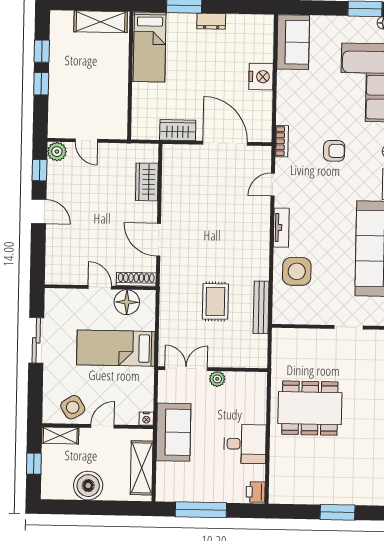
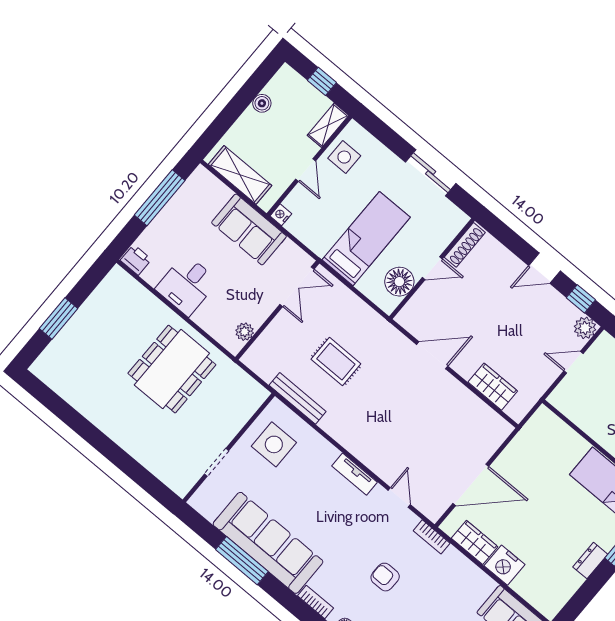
wardrobe: (178, 130) -> (475, 542), moved, turned -90
armchair: (334, 151) -> (385, 577), turned 90
side table: (297, 271) -> (274, 444), moved
shoe rack: (136, 279) -> (465, 245), moved
plant: (217, 379) -> (245, 332), moved
side table: (73, 407) -> (344, 157), turned 32
boiler: (88, 486) -> (262, 103), width x0.54, depth x0.54

